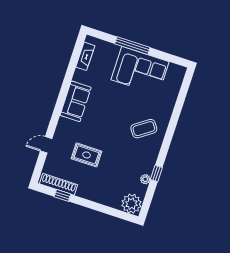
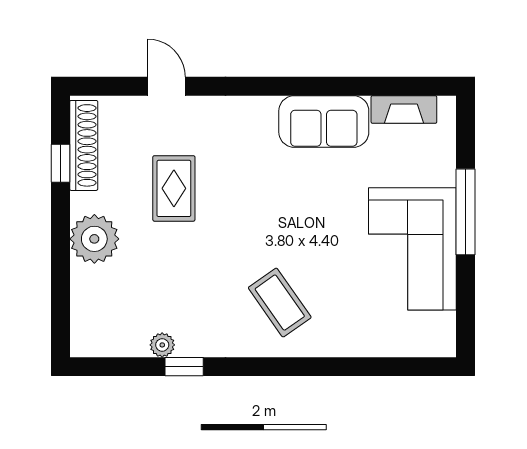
sofa: (76, 101) -> (324, 122), moved
plant: (131, 204) -> (94, 239), moved

